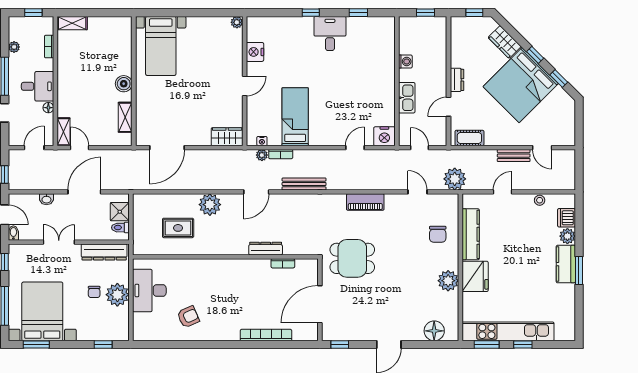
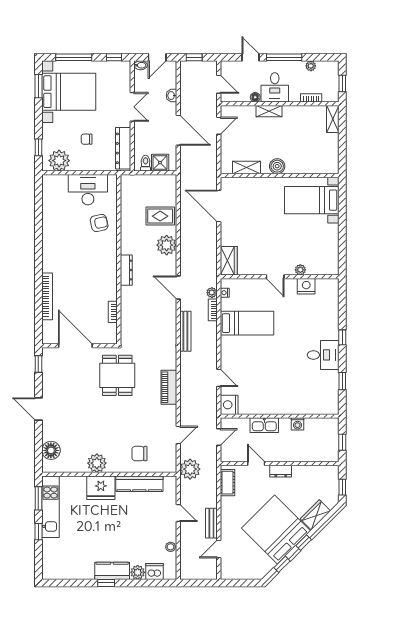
plant: (237, 22) -> (300, 270), moved
shelving: (64, 132) -> (269, 111), moved
rug: (178, 228) -> (160, 216), moved, turned 90
dresser: (266, 249) -> (126, 270), moved
window: (579, 271) -> (106, 583), width x0.67
plant: (117, 295) -> (59, 161), moved
armchair: (188, 317) -> (99, 223), moved, turned -78
kitchen unit: (508, 331) -> (51, 507), width x0.73

